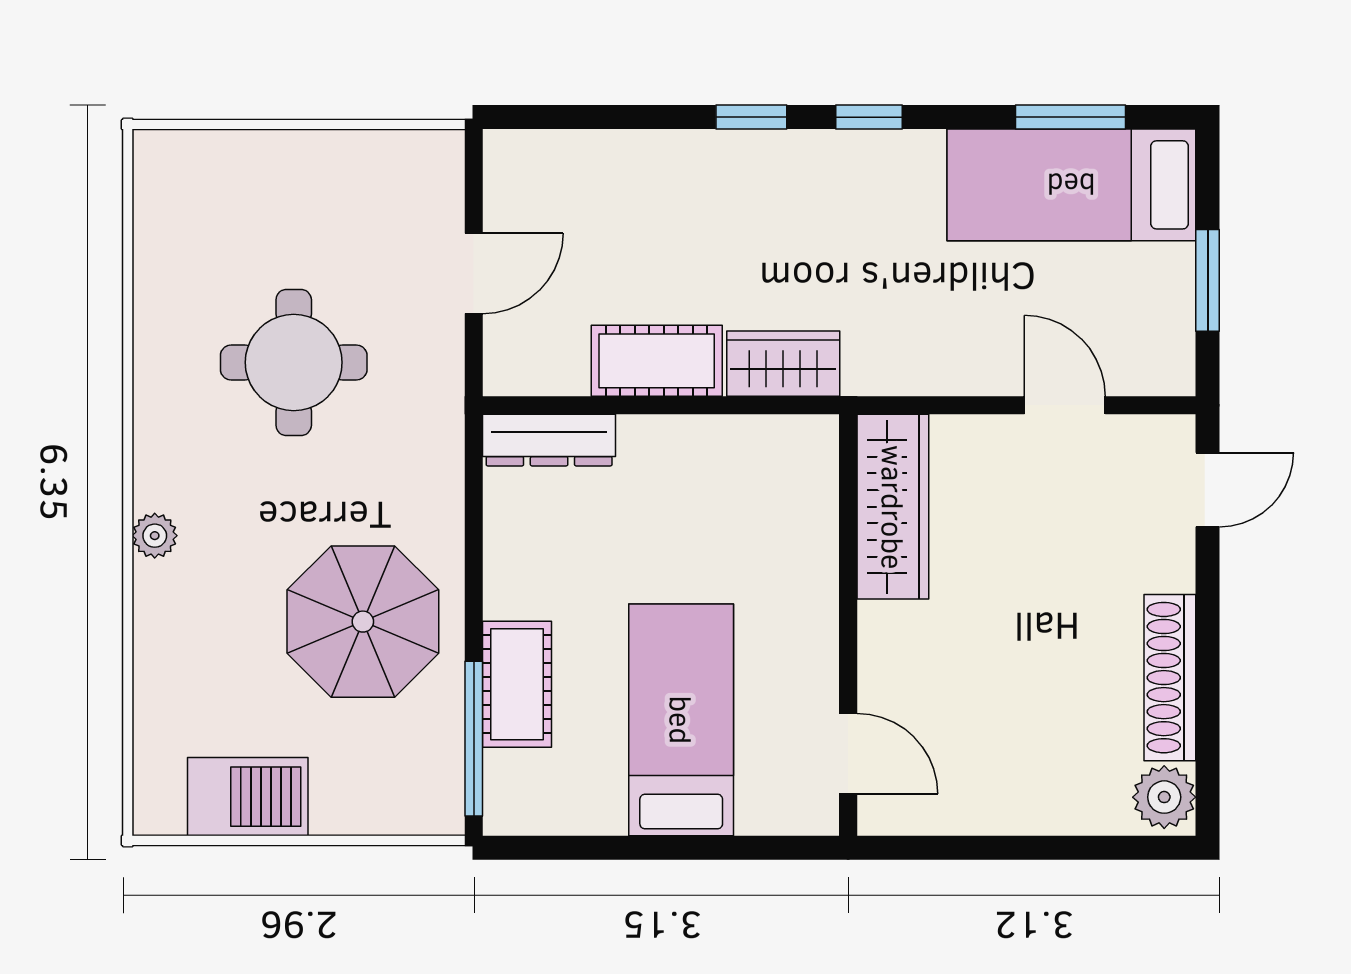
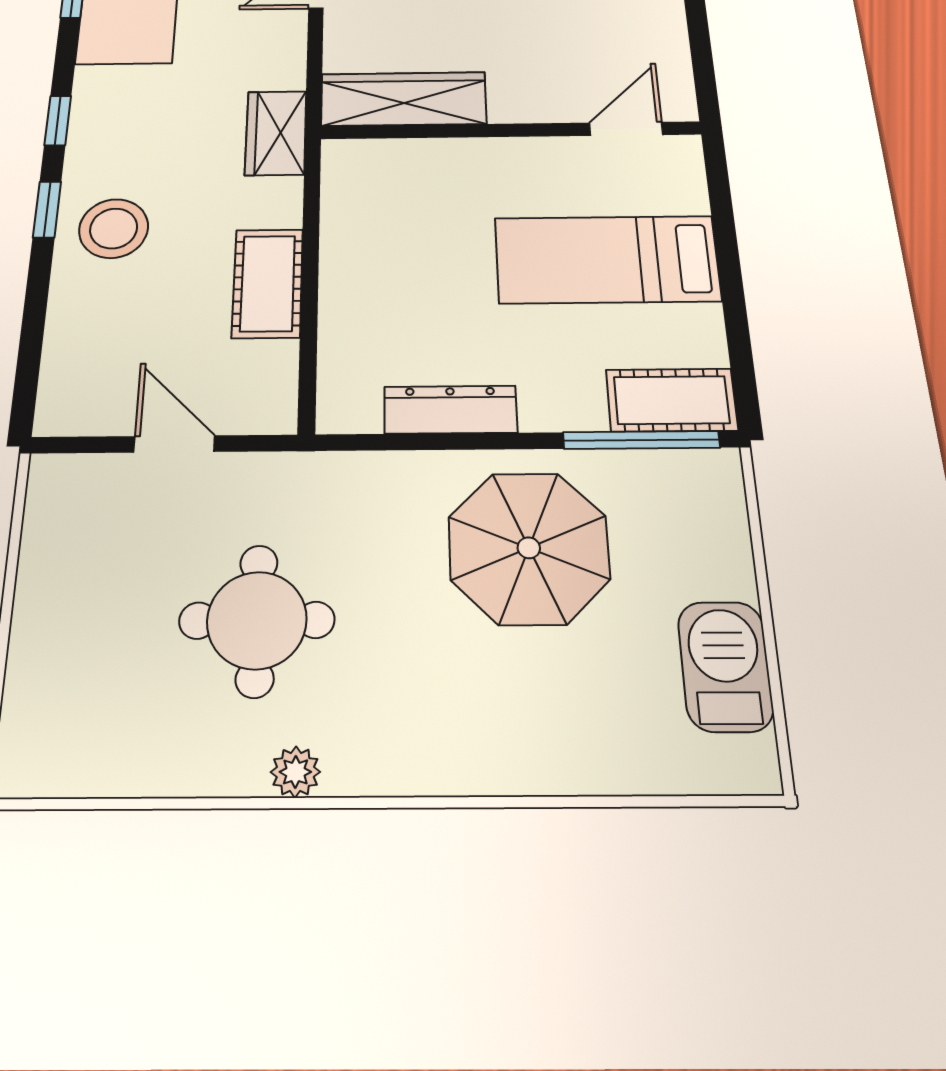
stool: (726, 192) -> (114, 228), added
wardrobe: (783, 364) -> (276, 133), moved
dresser: (549, 440) -> (450, 410), moved, turned -90
plant: (155, 536) -> (295, 772), moved
cot: (517, 684) -> (672, 400), moved

